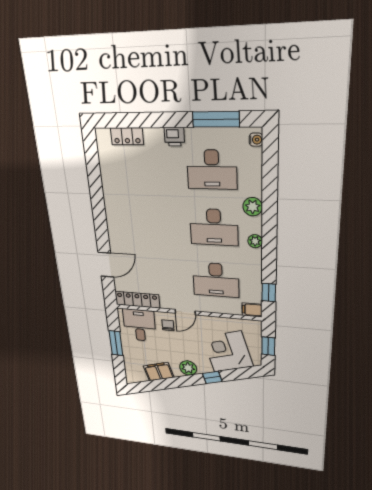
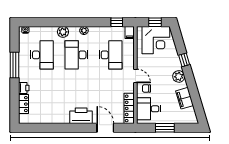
window: (216, 119) -> (14, 65), moved
printer: (174, 137) -> (24, 88), moved
desk: (214, 227) -> (76, 55), turned 180
printer: (119, 230) -> (81, 116), added
corner desk: (228, 352) -> (156, 40), moved, turned -73

